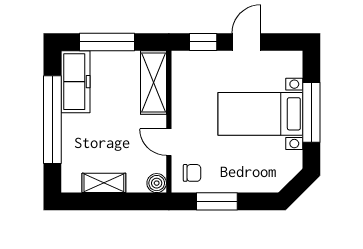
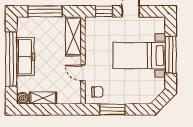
freezer: (75, 82) -> (26, 57), moved
boiler: (157, 183) -> (23, 98), moved

